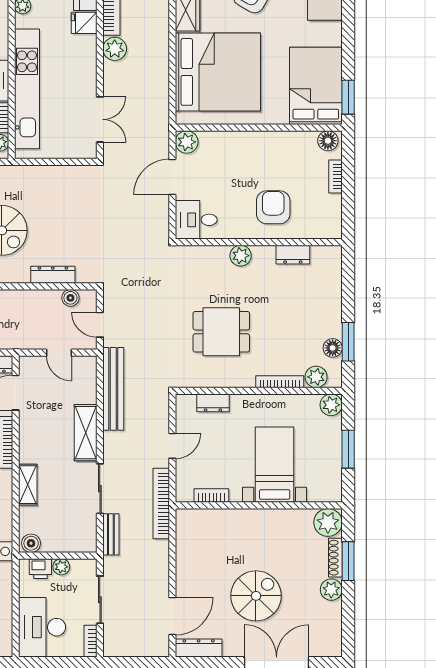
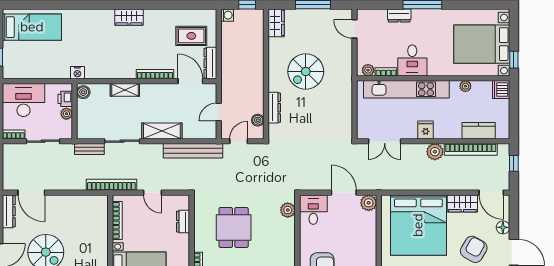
fridge: (84, 23) -> (426, 130), moved
plant: (241, 256) -> (288, 210), moved
bookcase: (211, 495) -> (117, 220), width x1.56

